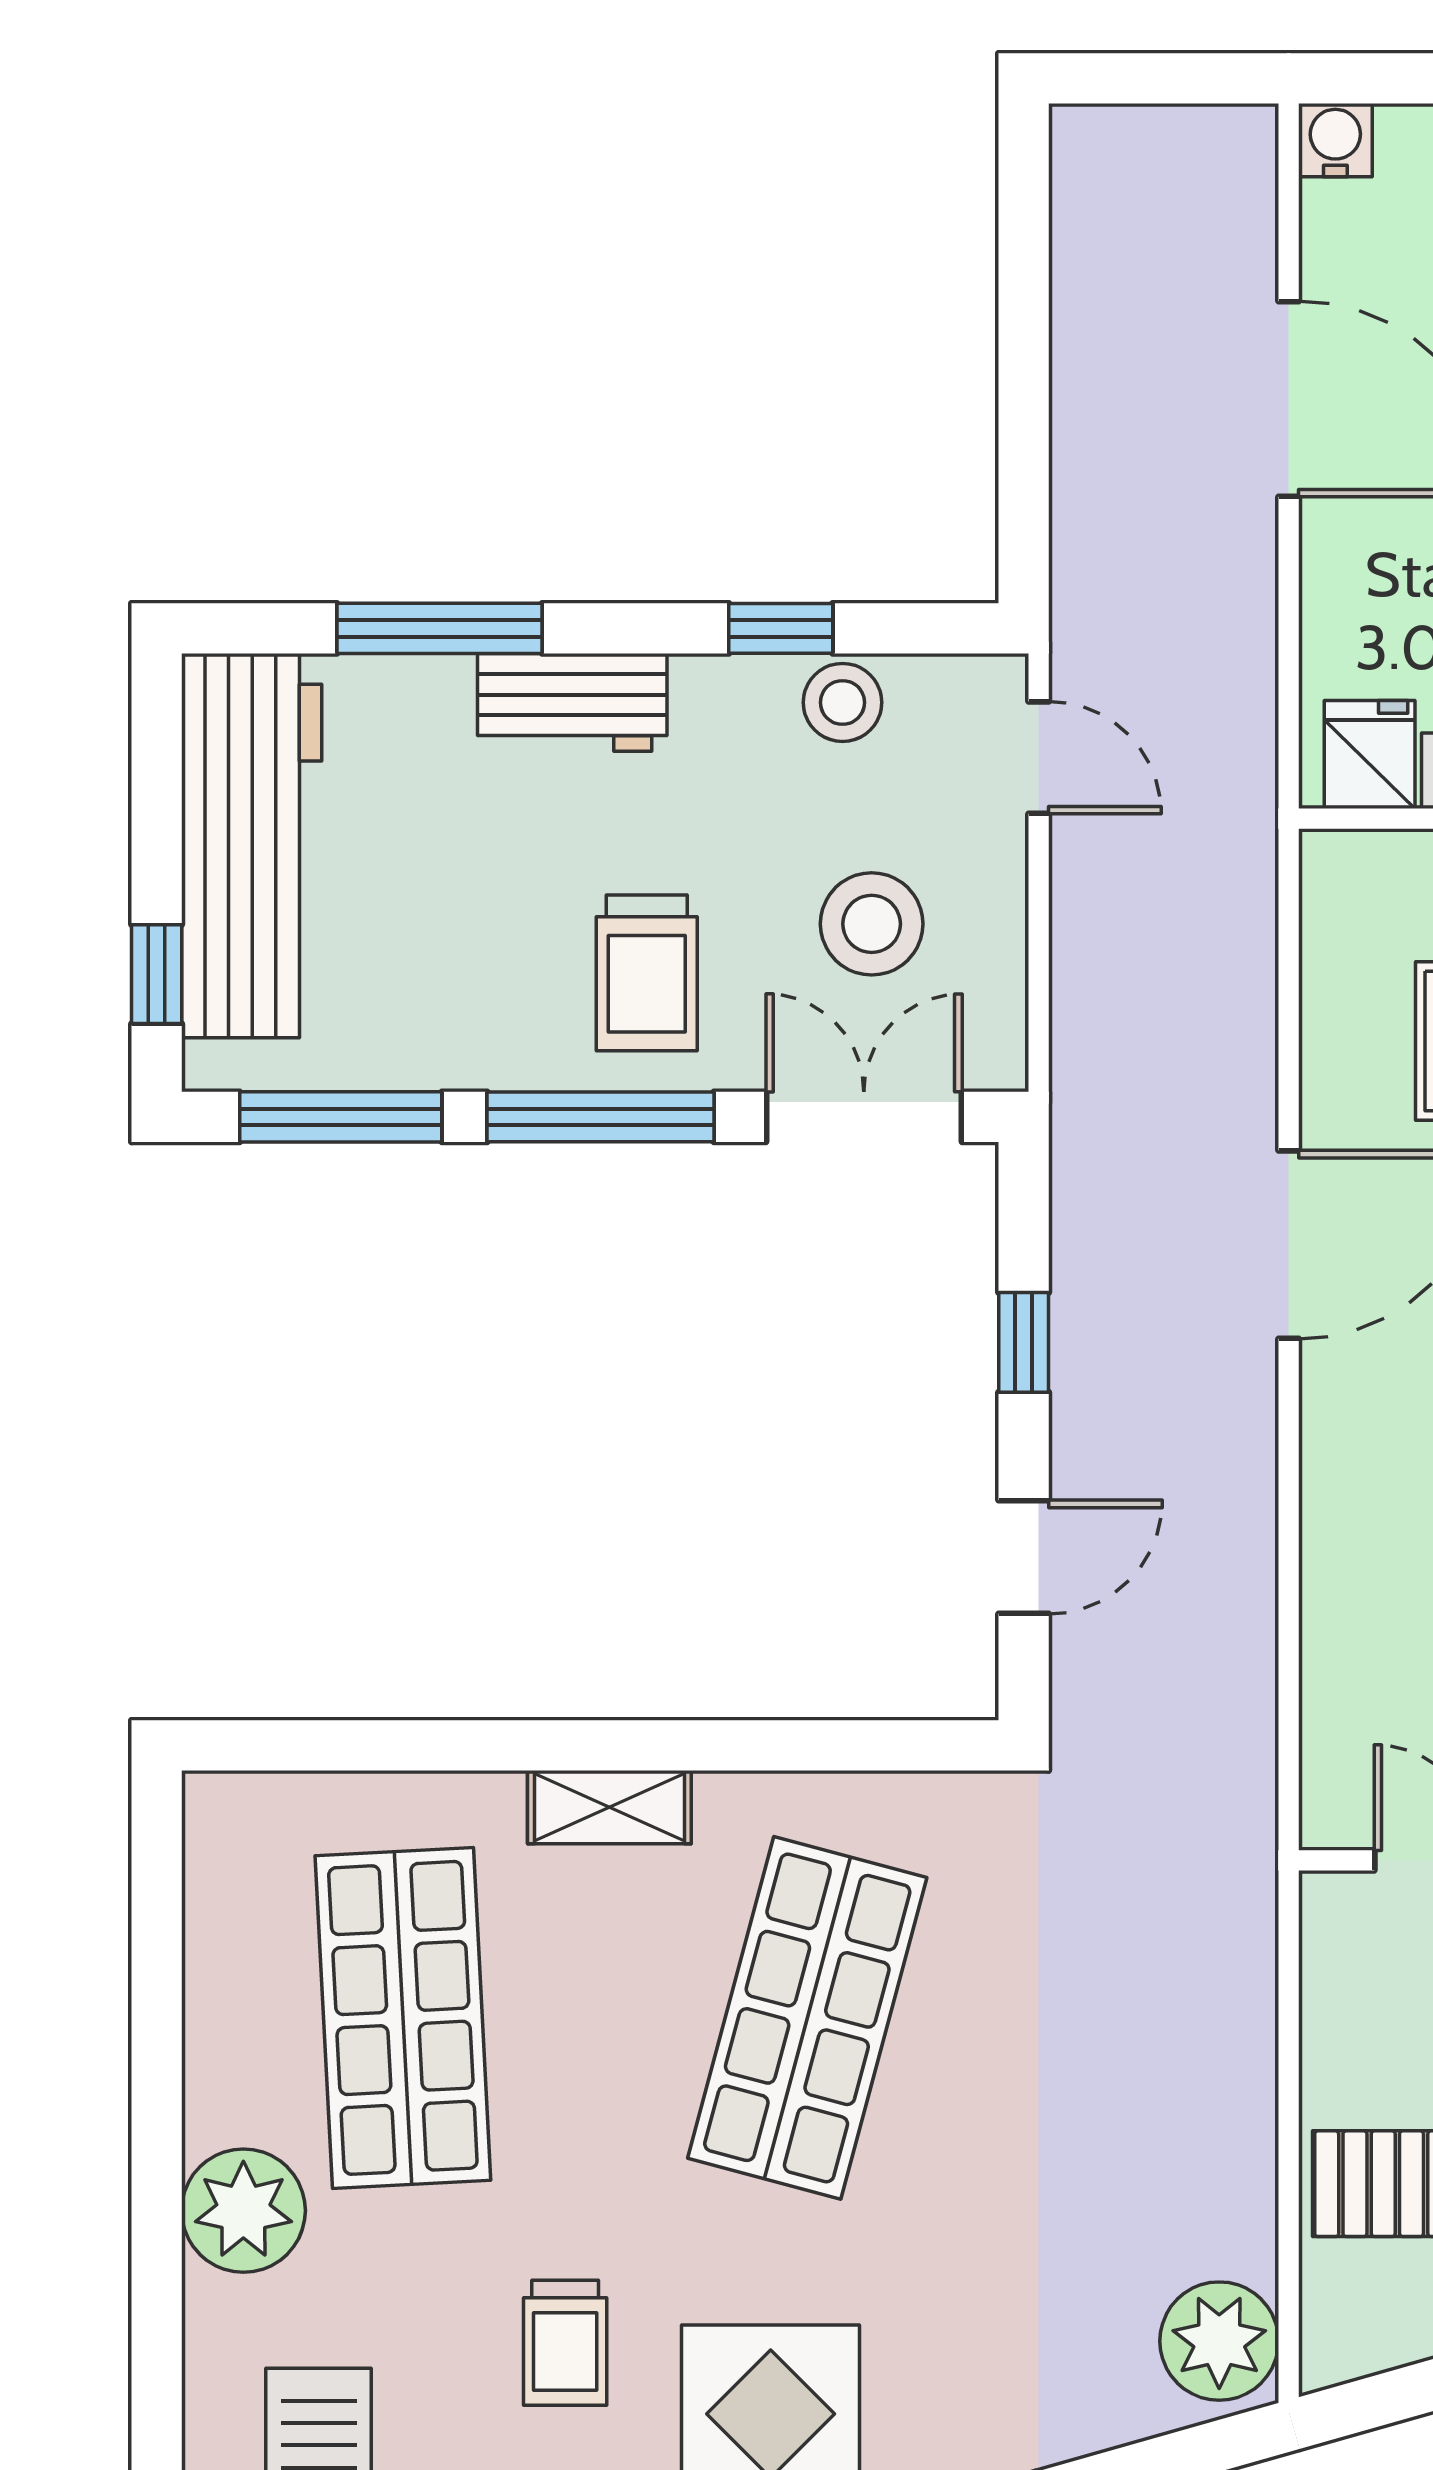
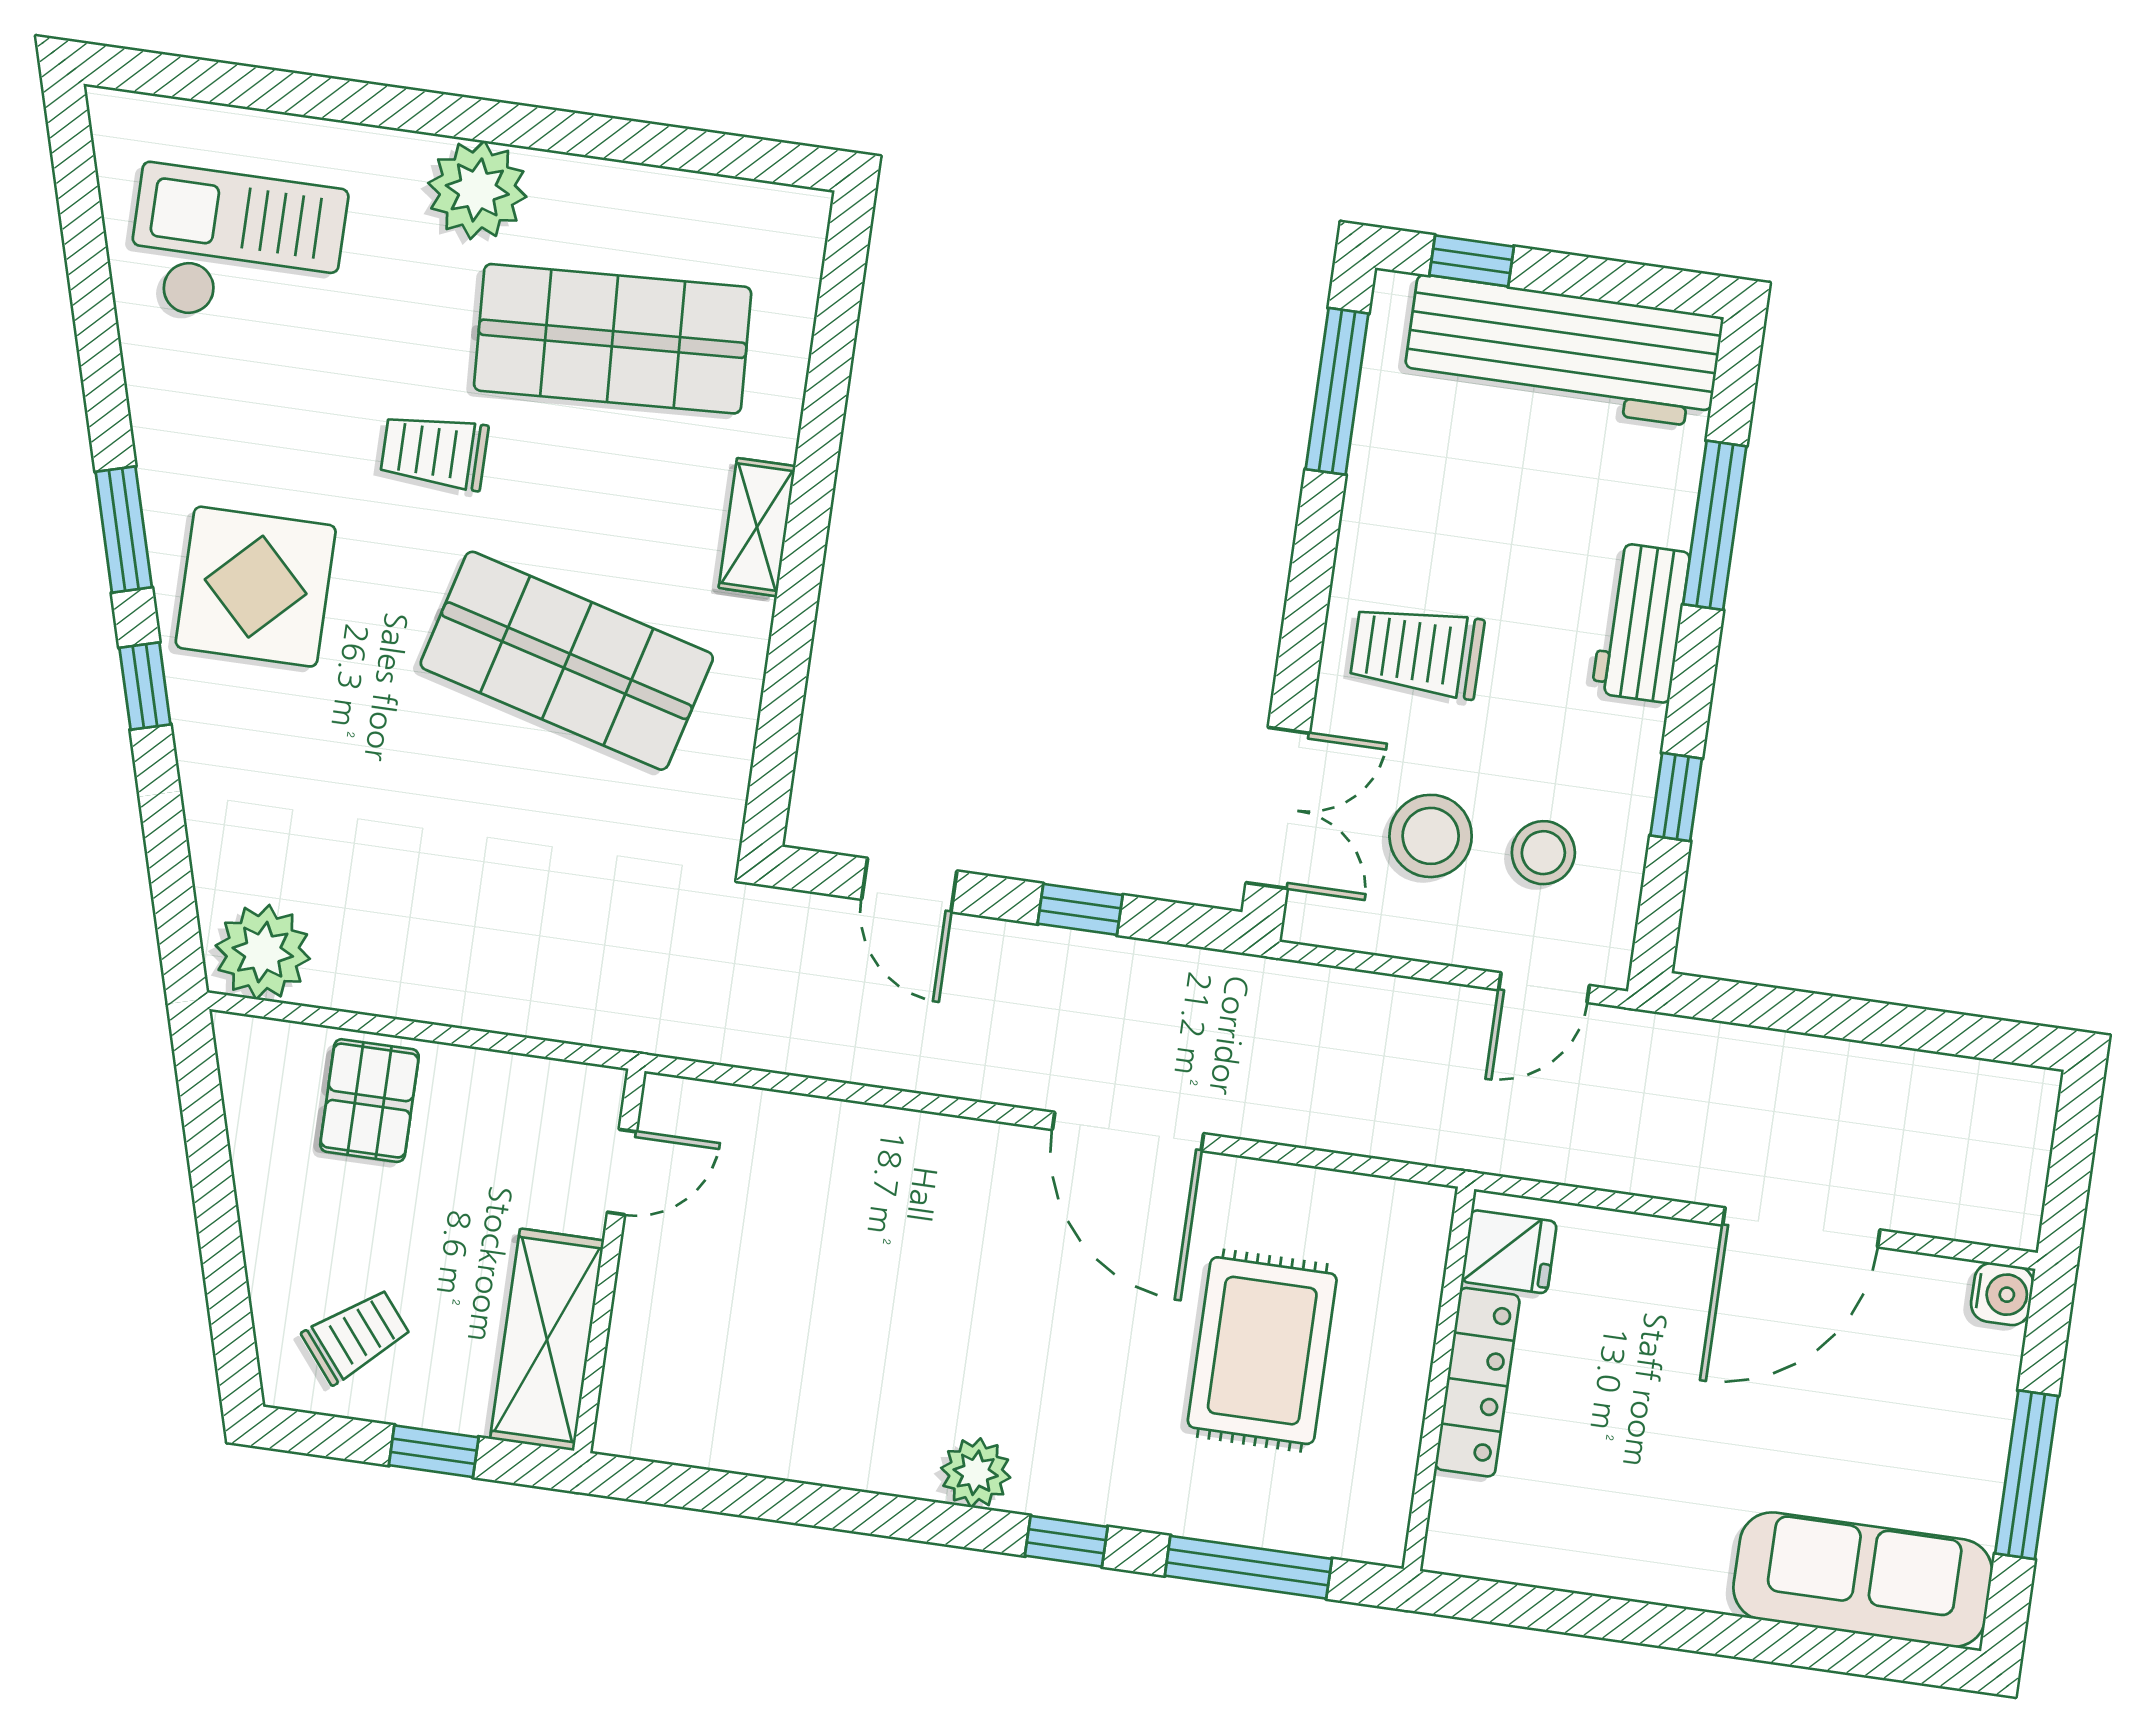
stool: (842, 702) -> (1543, 853), moved
window: (601, 1117) -> (1308, 598), removed
trolley: (565, 2343) -> (434, 452), moved

